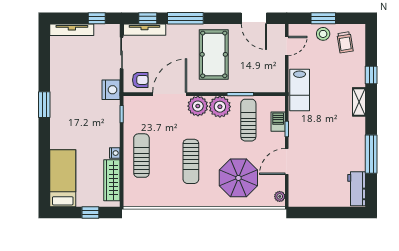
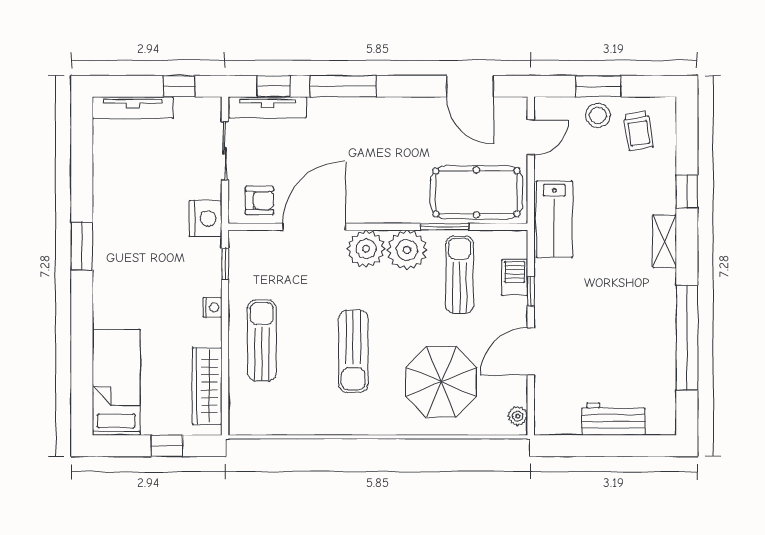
pool table: (214, 54) -> (476, 192), moved, turned 90
nightstand: (115, 153) -> (212, 307), moved
window: (371, 154) -> (687, 338), width x1.46
workbench: (357, 189) -> (613, 419), moved, turned 90

